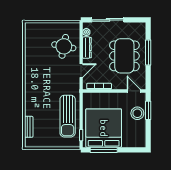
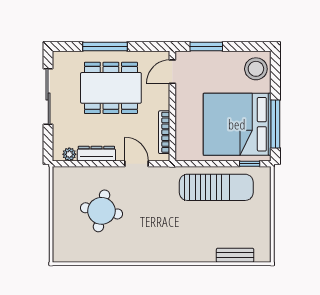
sliding door: (108, 20) -> (48, 96), moved
round table: (64, 46) -> (101, 211), moved
stool: (137, 113) -> (256, 69), moved

